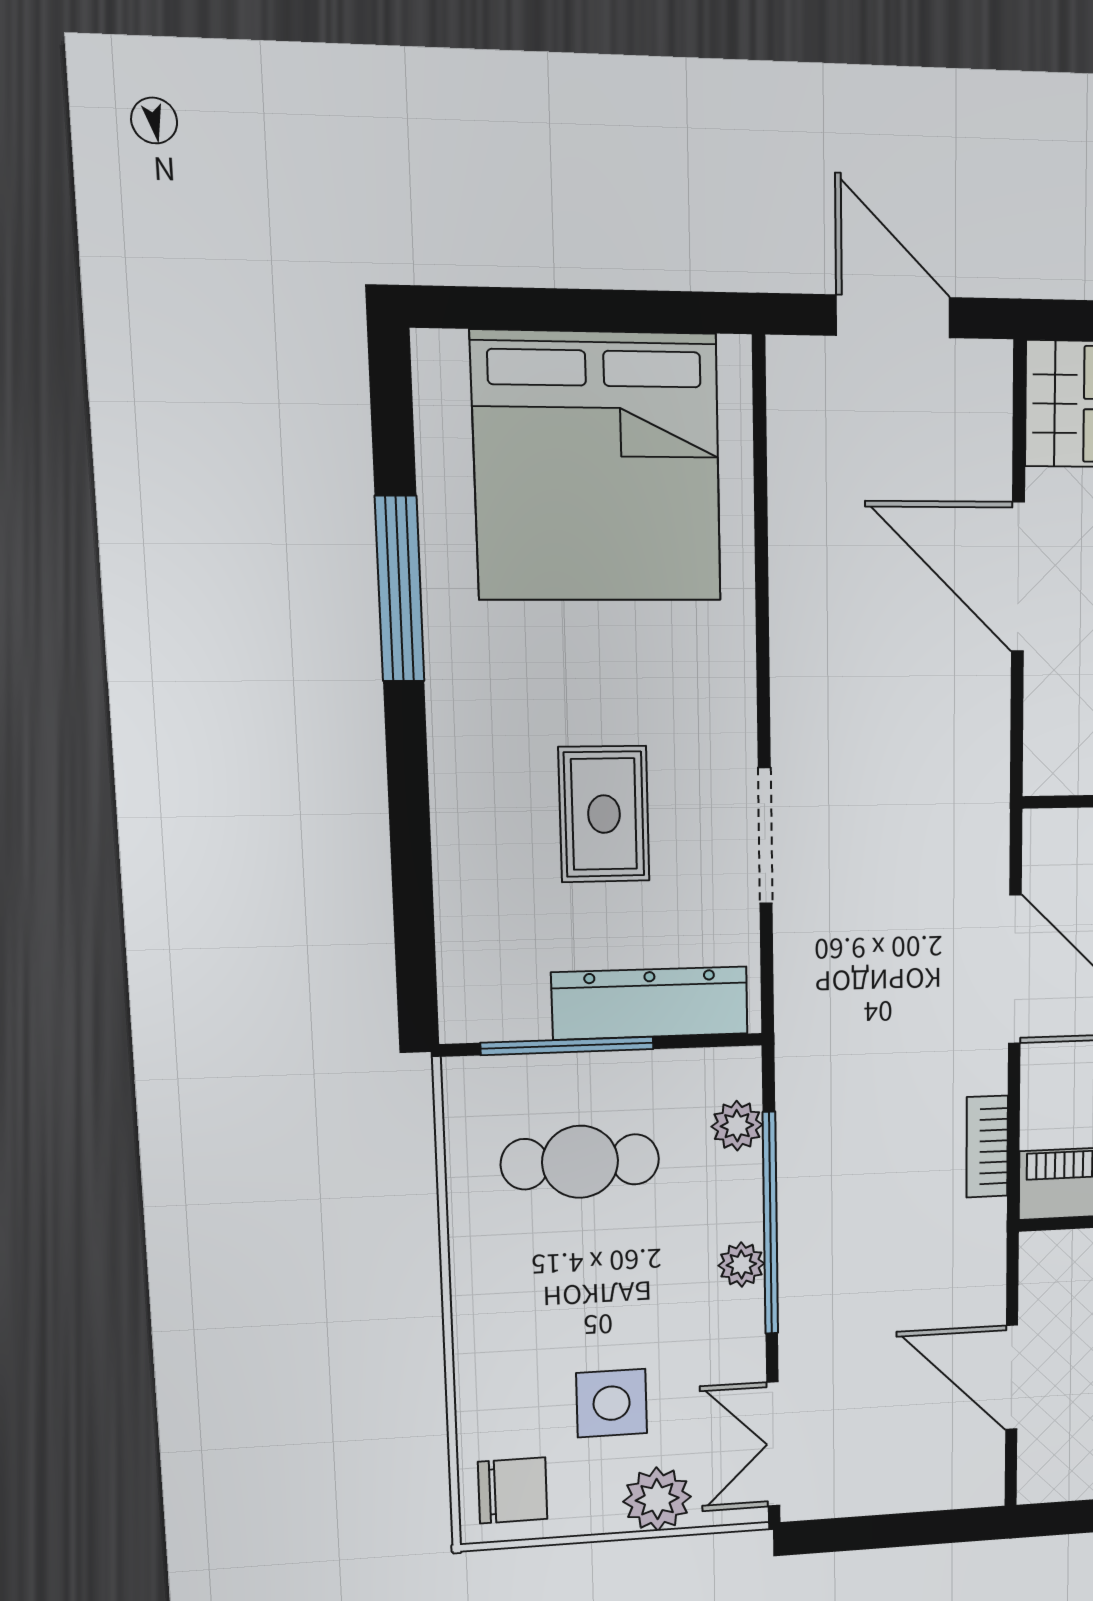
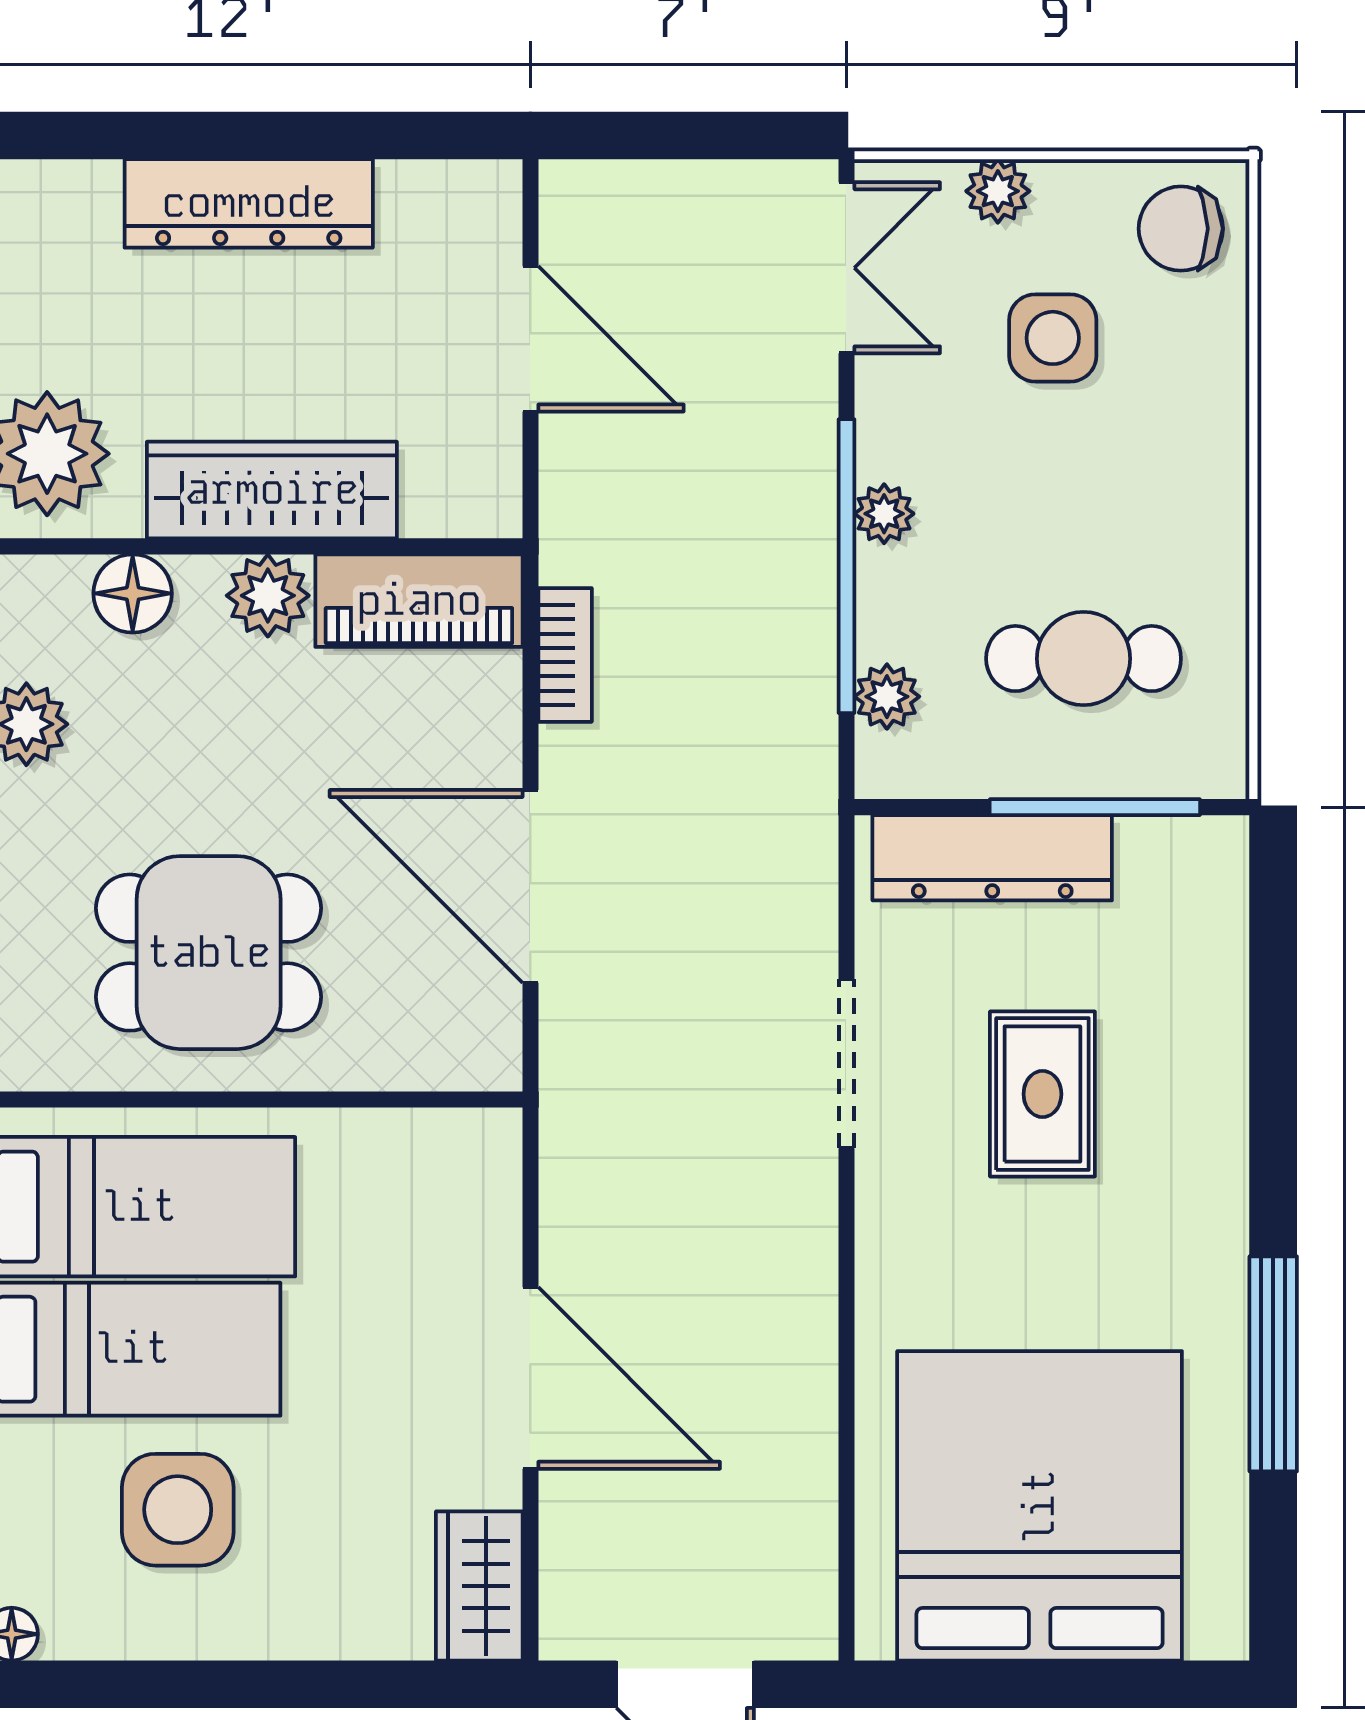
plant: (657, 1499) -> (998, 191), width x0.73, depth x0.73

